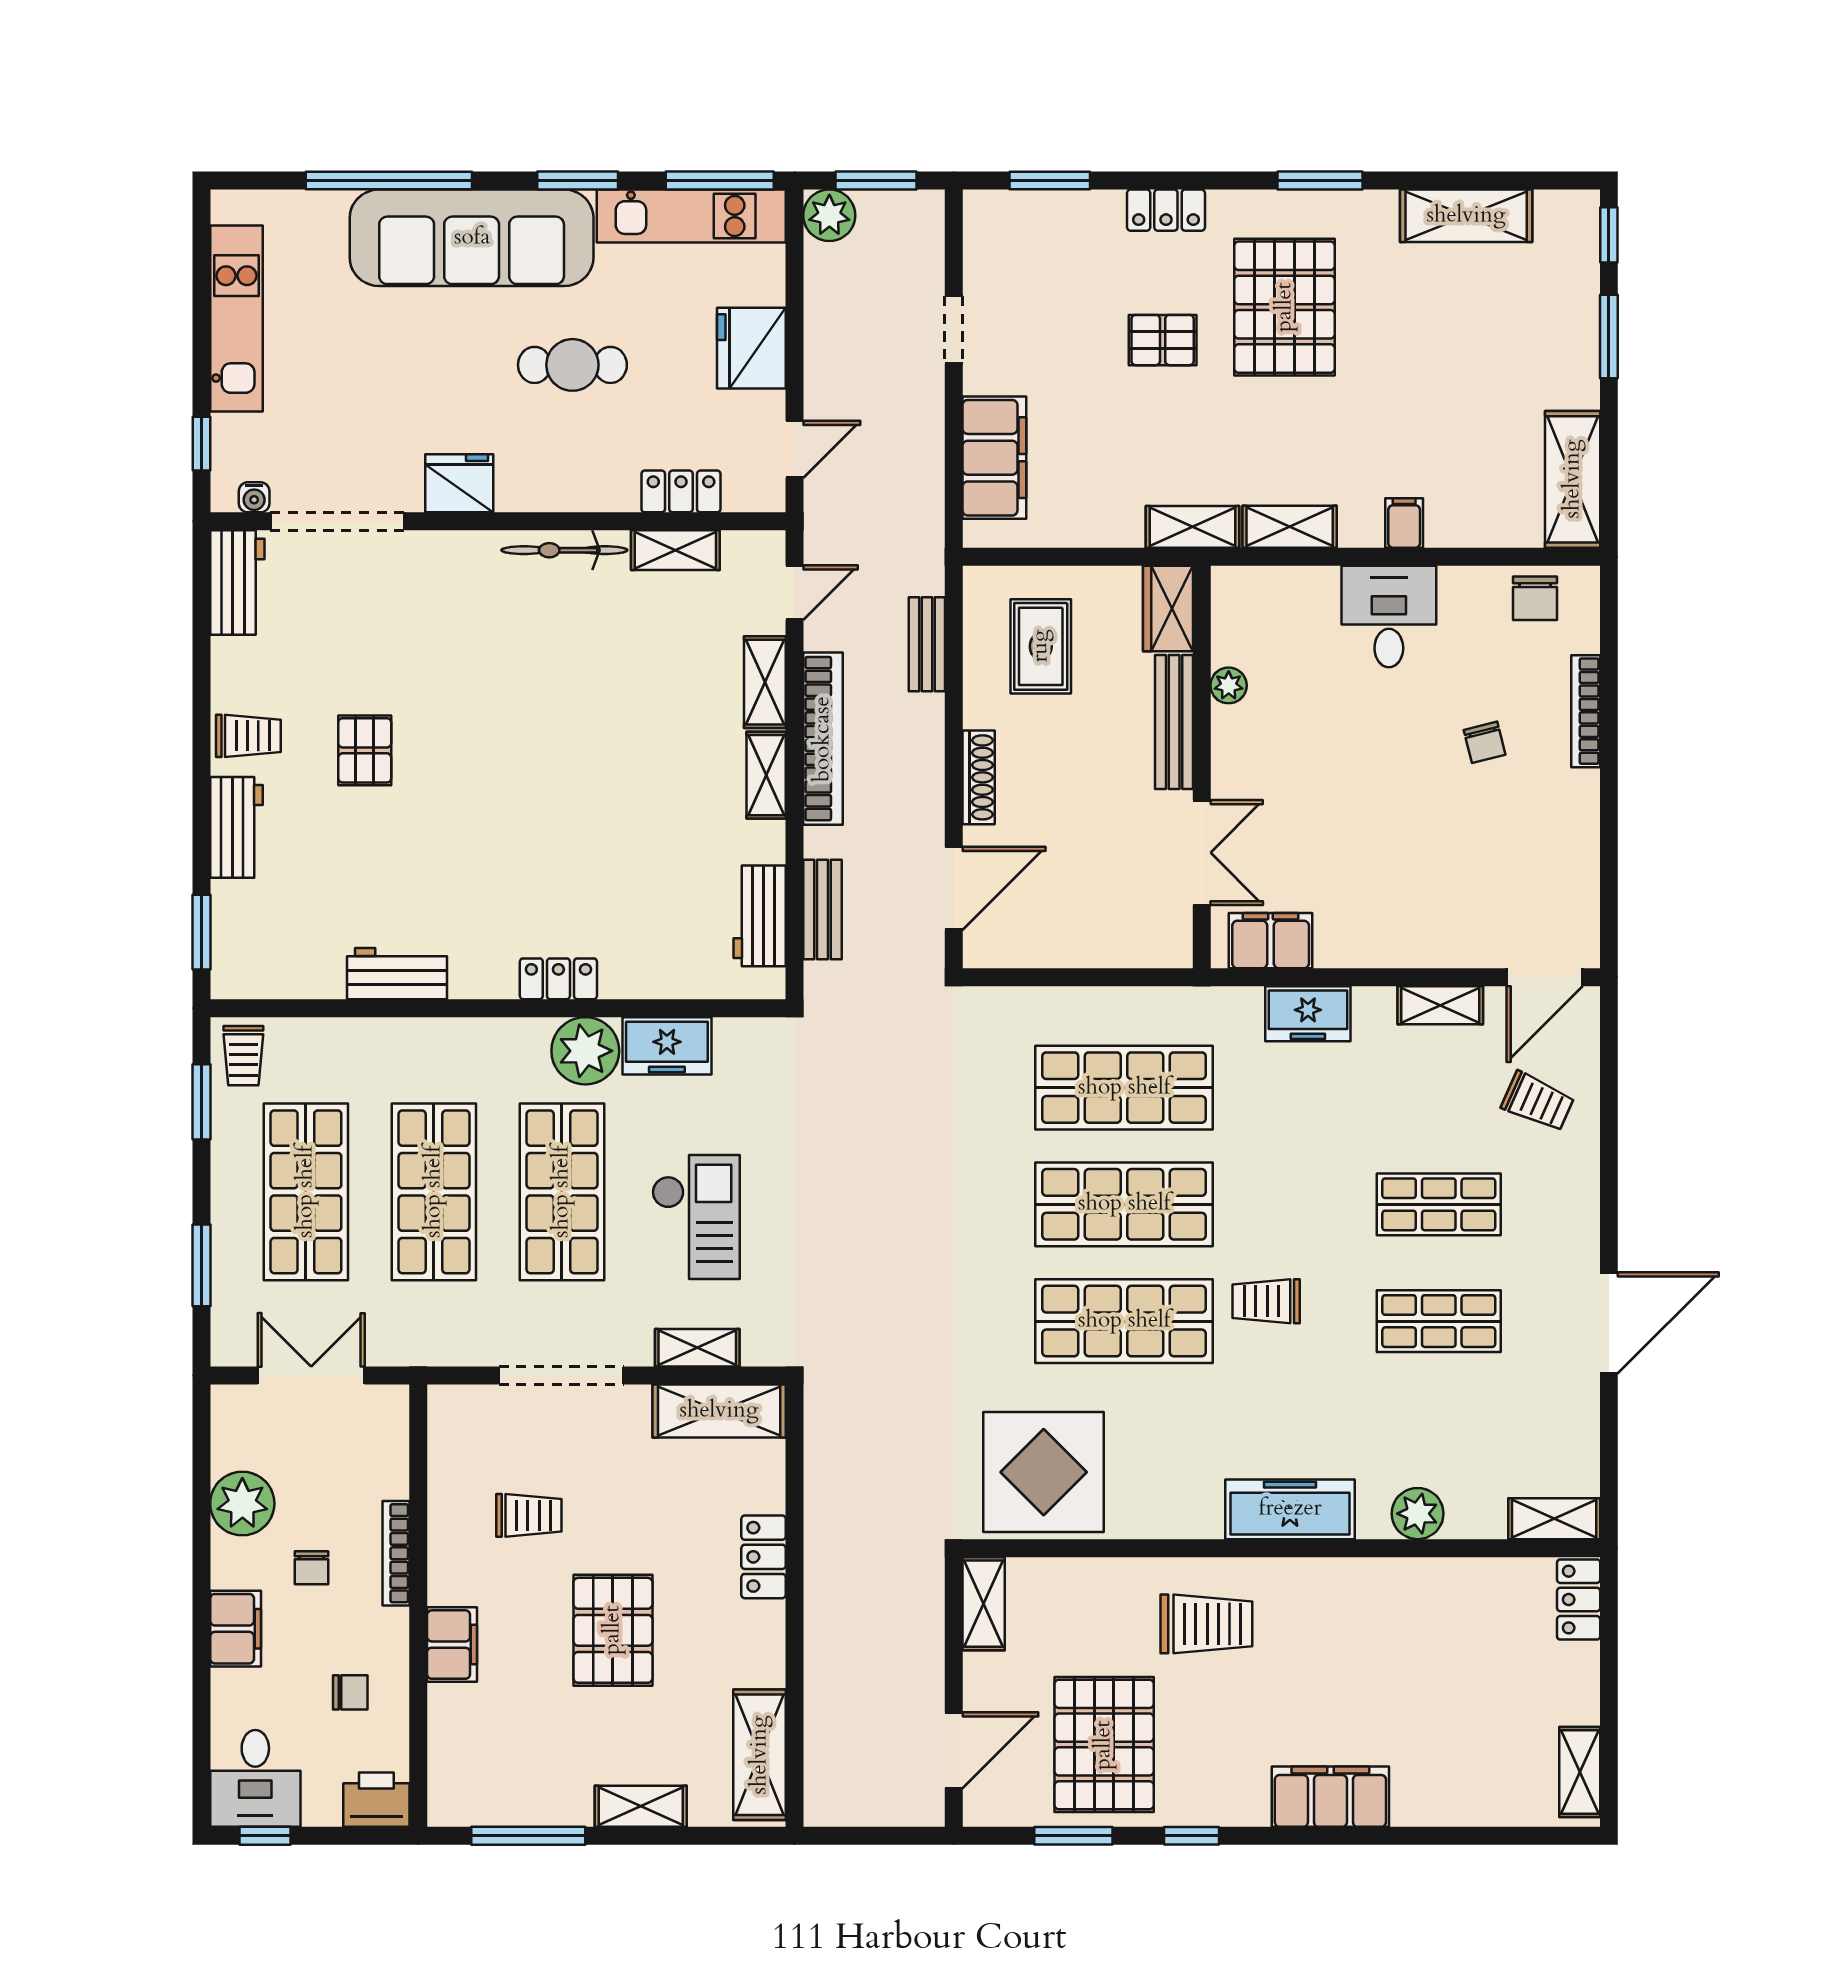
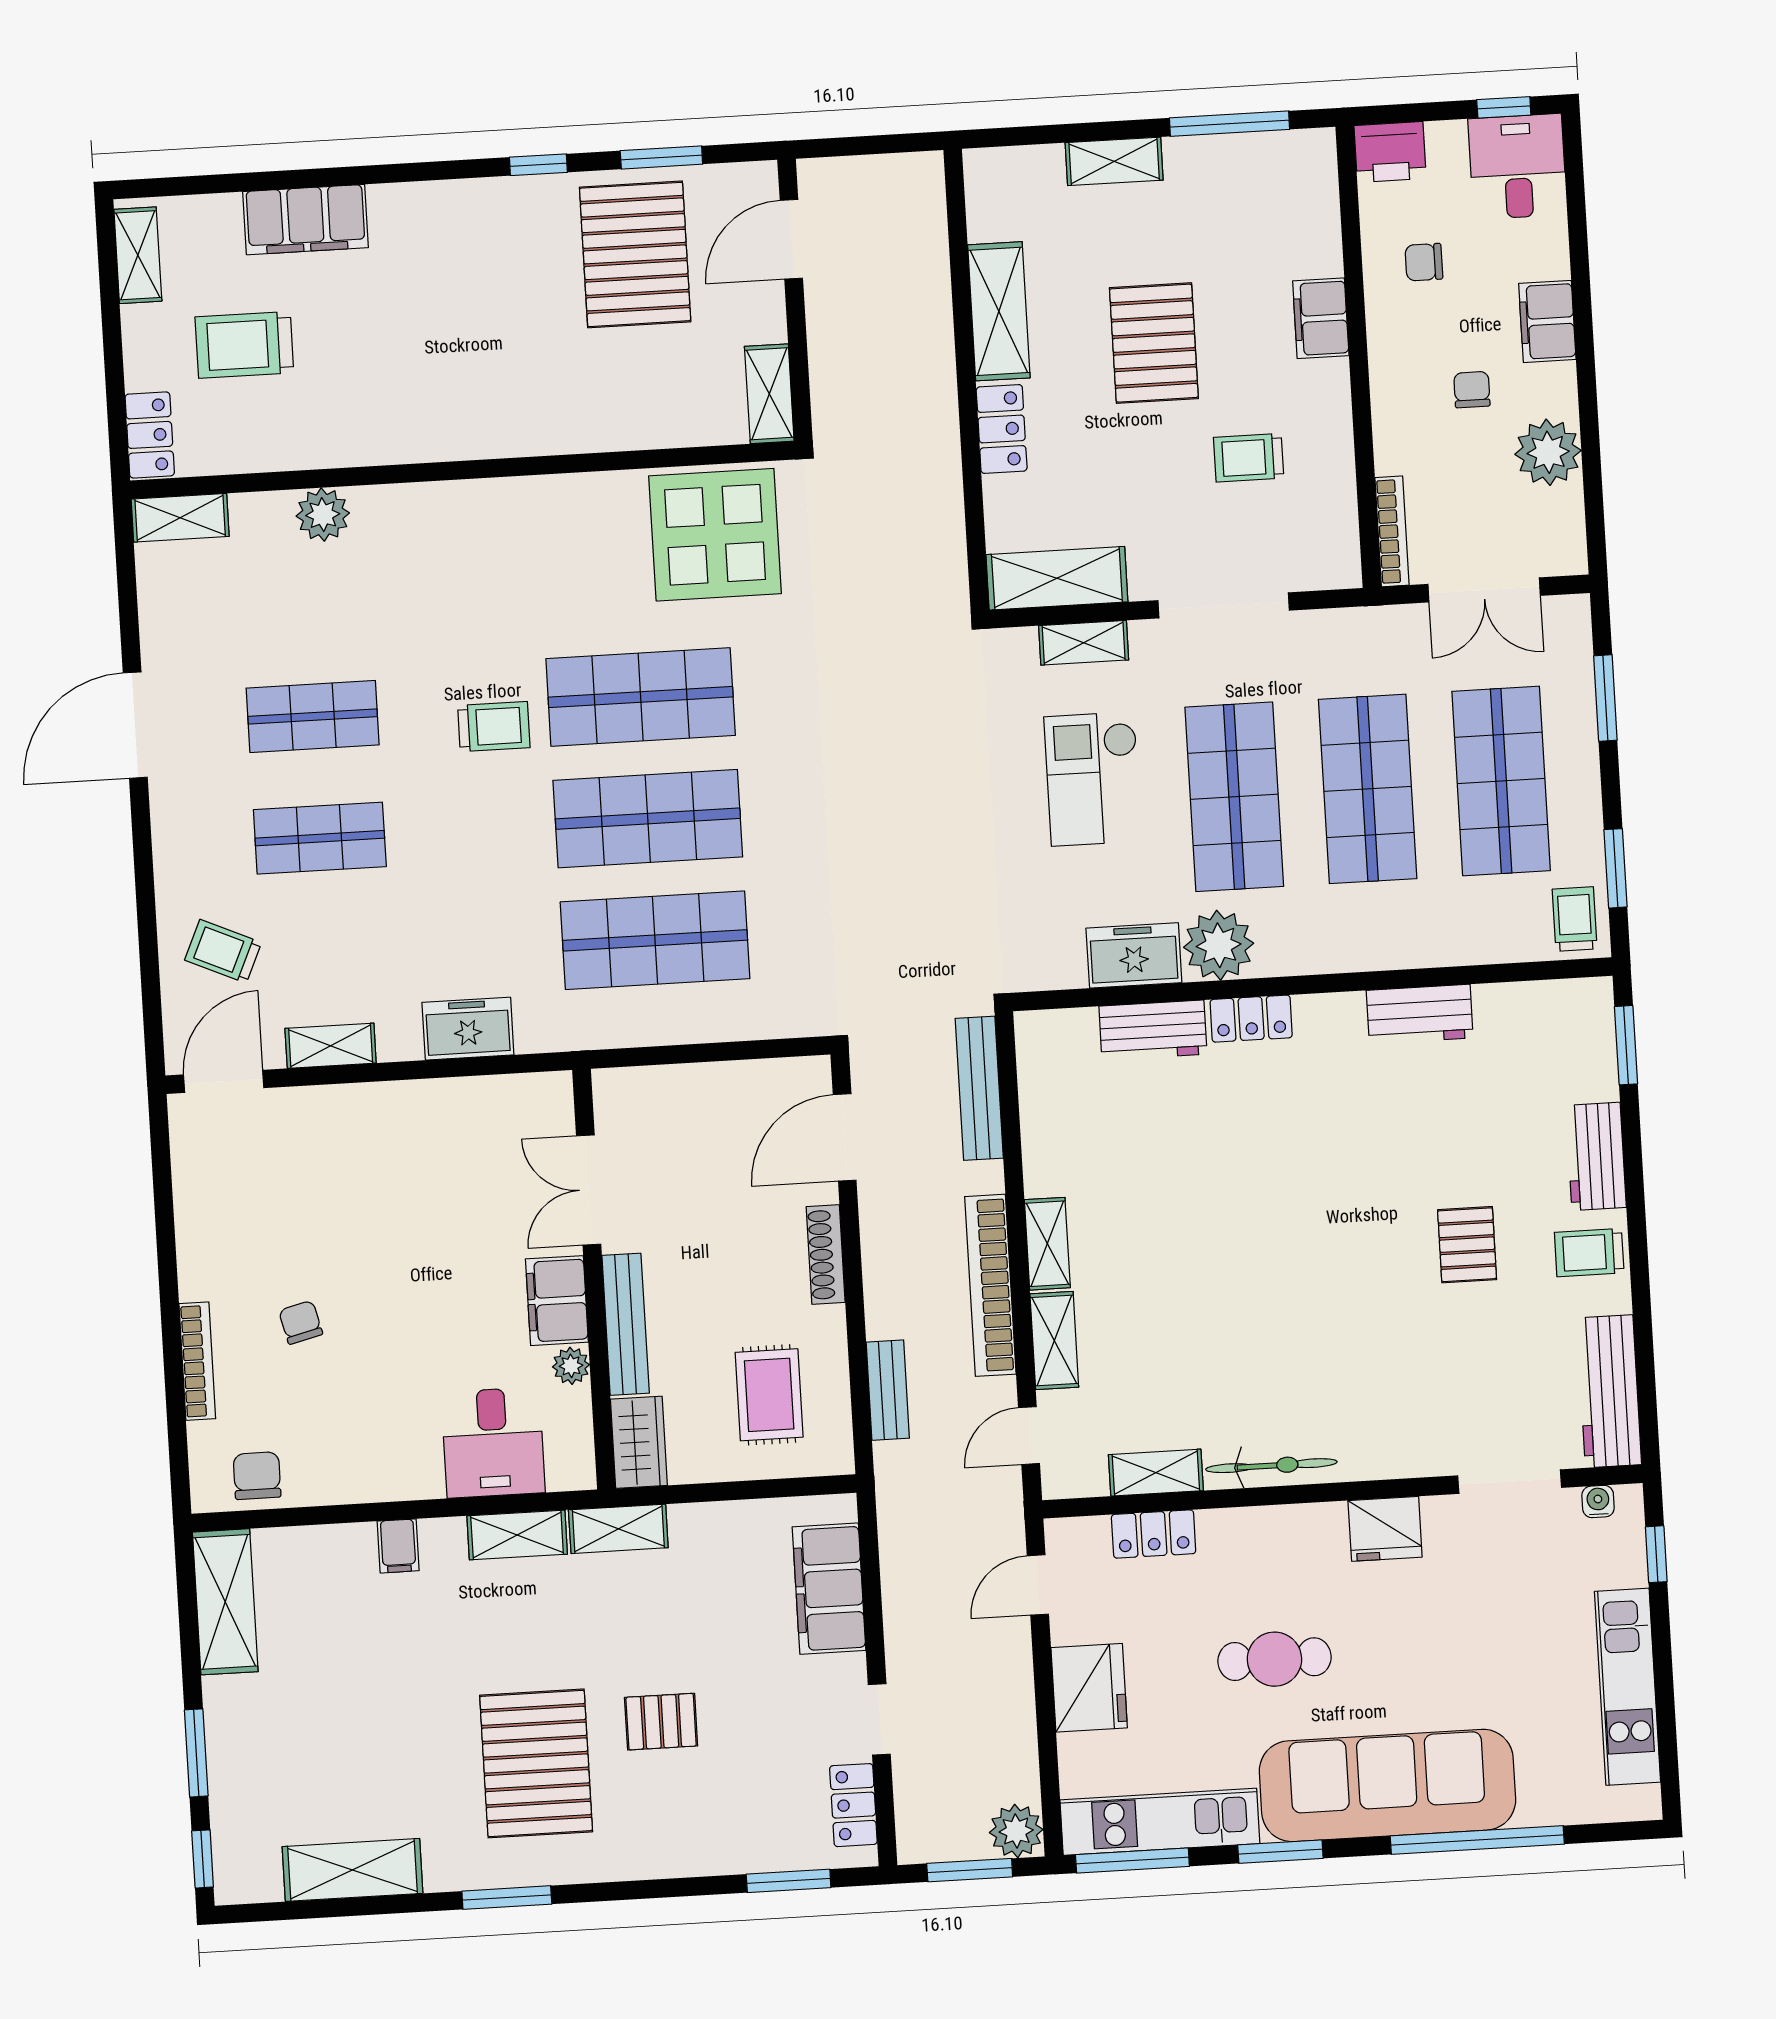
locker: (1166, 210) -> (853, 1805), moved, turned -90
doorway: (338, 521) -> (1510, 1482), width x0.73
workbench: (237, 583) -> (1609, 1391), width x1.38
desk: (1389, 617) -> (493, 1442), moved
bench: (822, 910) -> (979, 1088), width x1.36
workbench: (760, 916) -> (1153, 1030), moved, turned 90
filing cabinet: (1271, 941) -> (557, 1301), moved, turned 90
freezer: (1290, 1509) -> (456, 511), removed
bookcase: (396, 1553) -> (1392, 531), moved
trolley: (1206, 1624) -> (244, 345), moved
shelving: (760, 1755) -> (999, 311), moved
filing cabinet: (1330, 1797) -> (306, 220), moved

